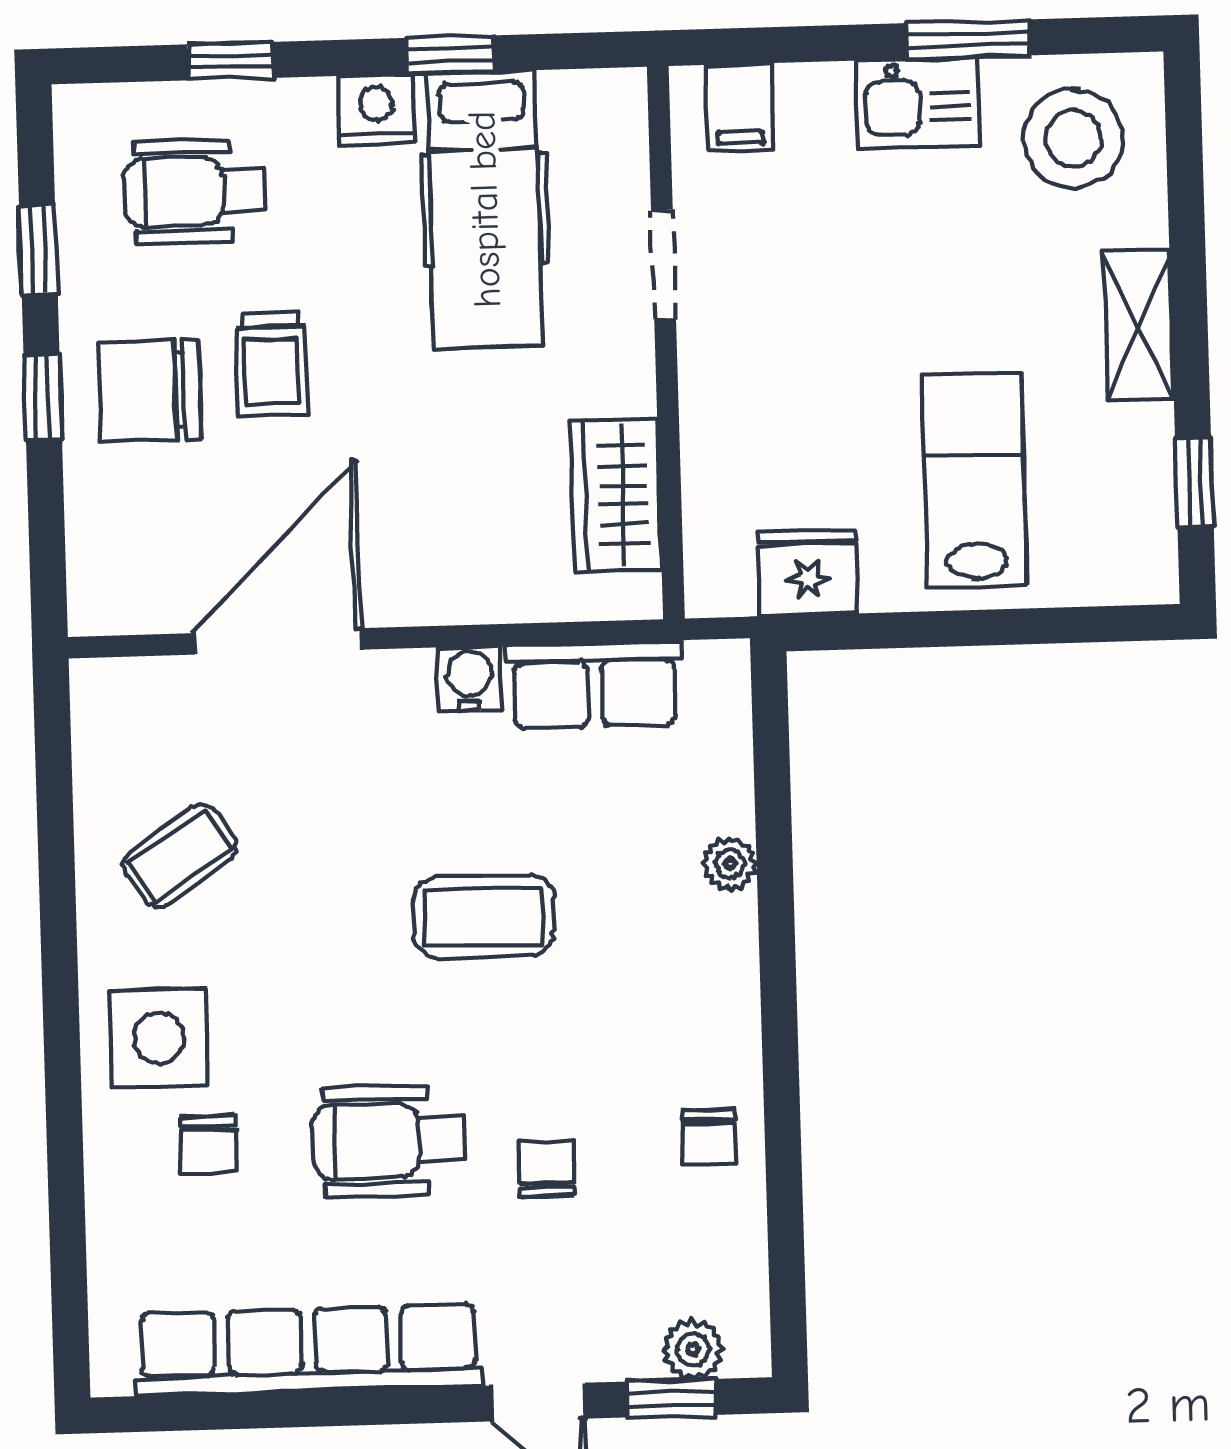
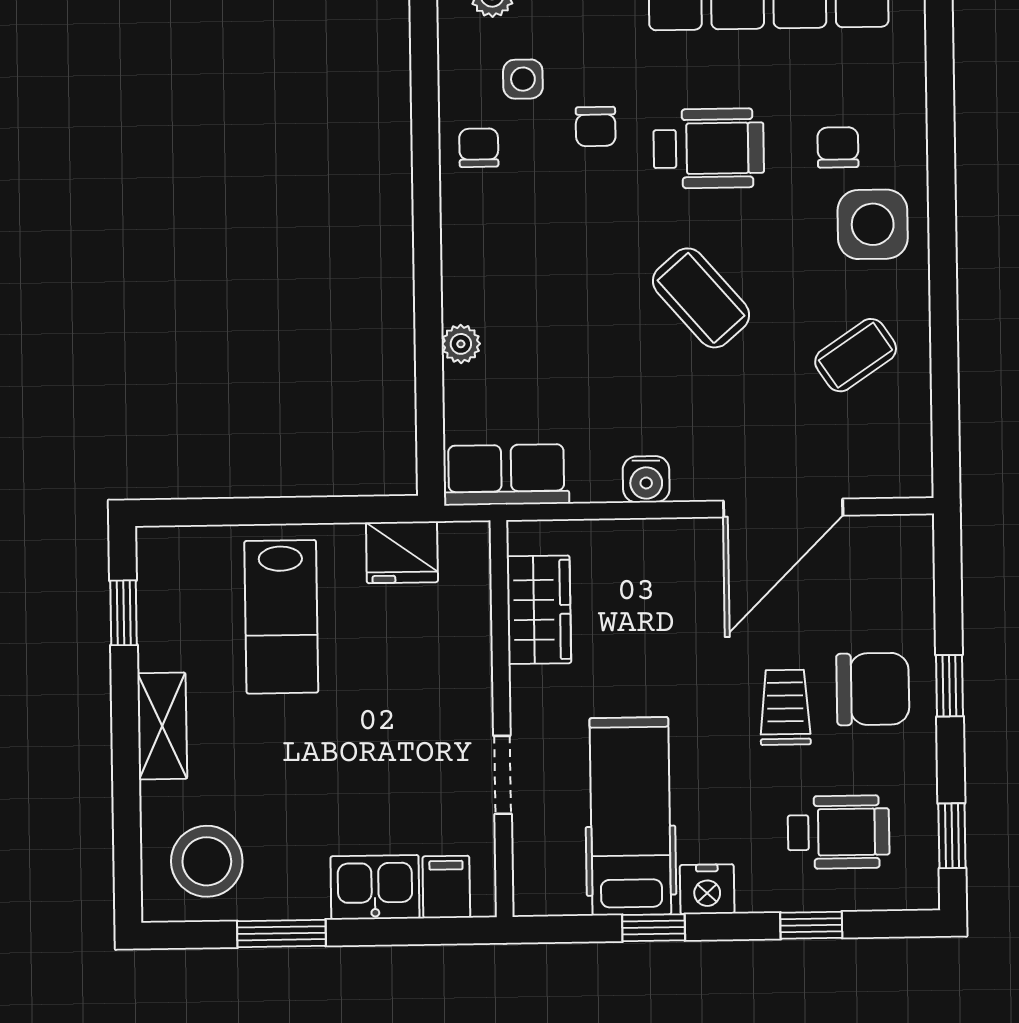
kitchen sink: (917, 103) -> (375, 887), moved
window: (38, 250) -> (952, 836), moved
row of seats: (595, 684) -> (506, 475), moved
coffee table: (483, 917) -> (701, 298), moved, turned 49
side table: (649, 1234) -> (523, 79), added

